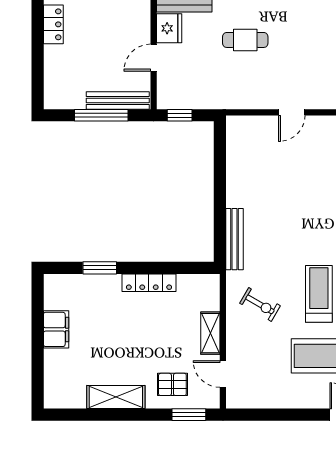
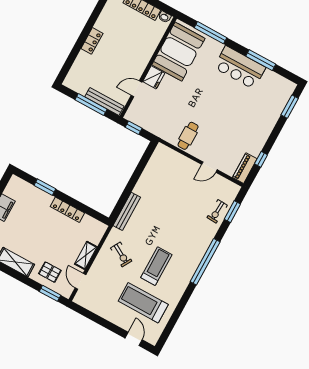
cafe table: (245, 40) -> (188, 136), moved, turned 90
door: (292, 112) -> (209, 167), moved

